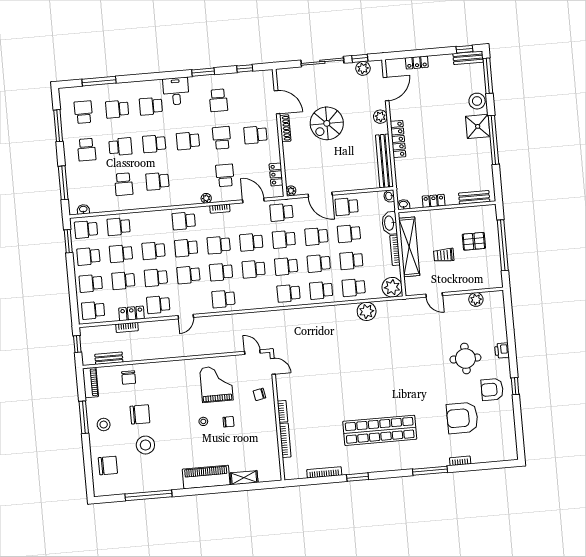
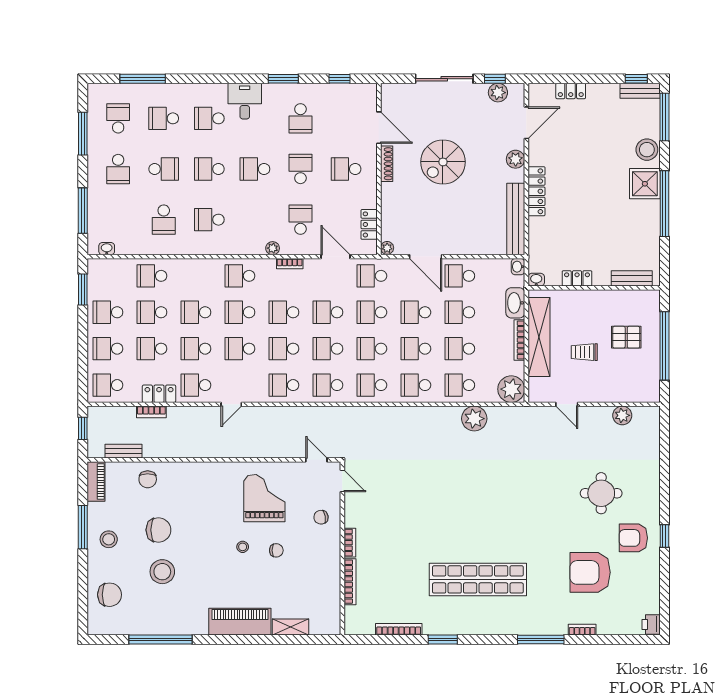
school desk: (86, 229) -> (328, 385), moved
printer: (502, 350) -> (651, 624), moved

